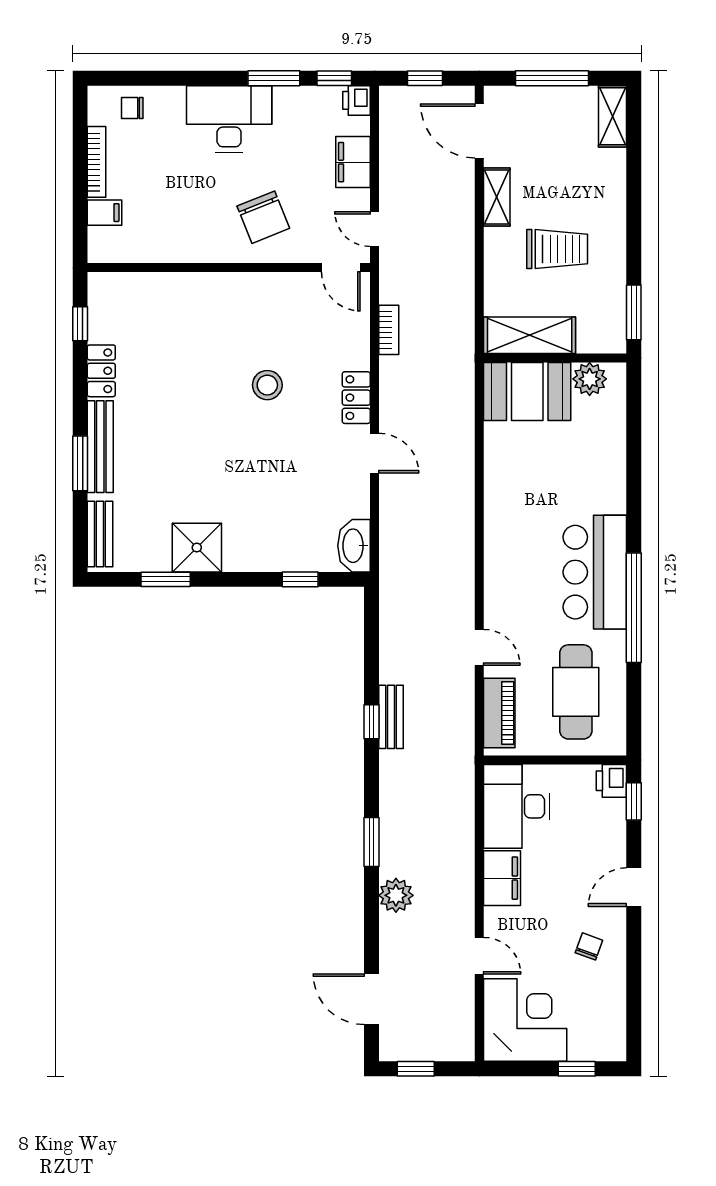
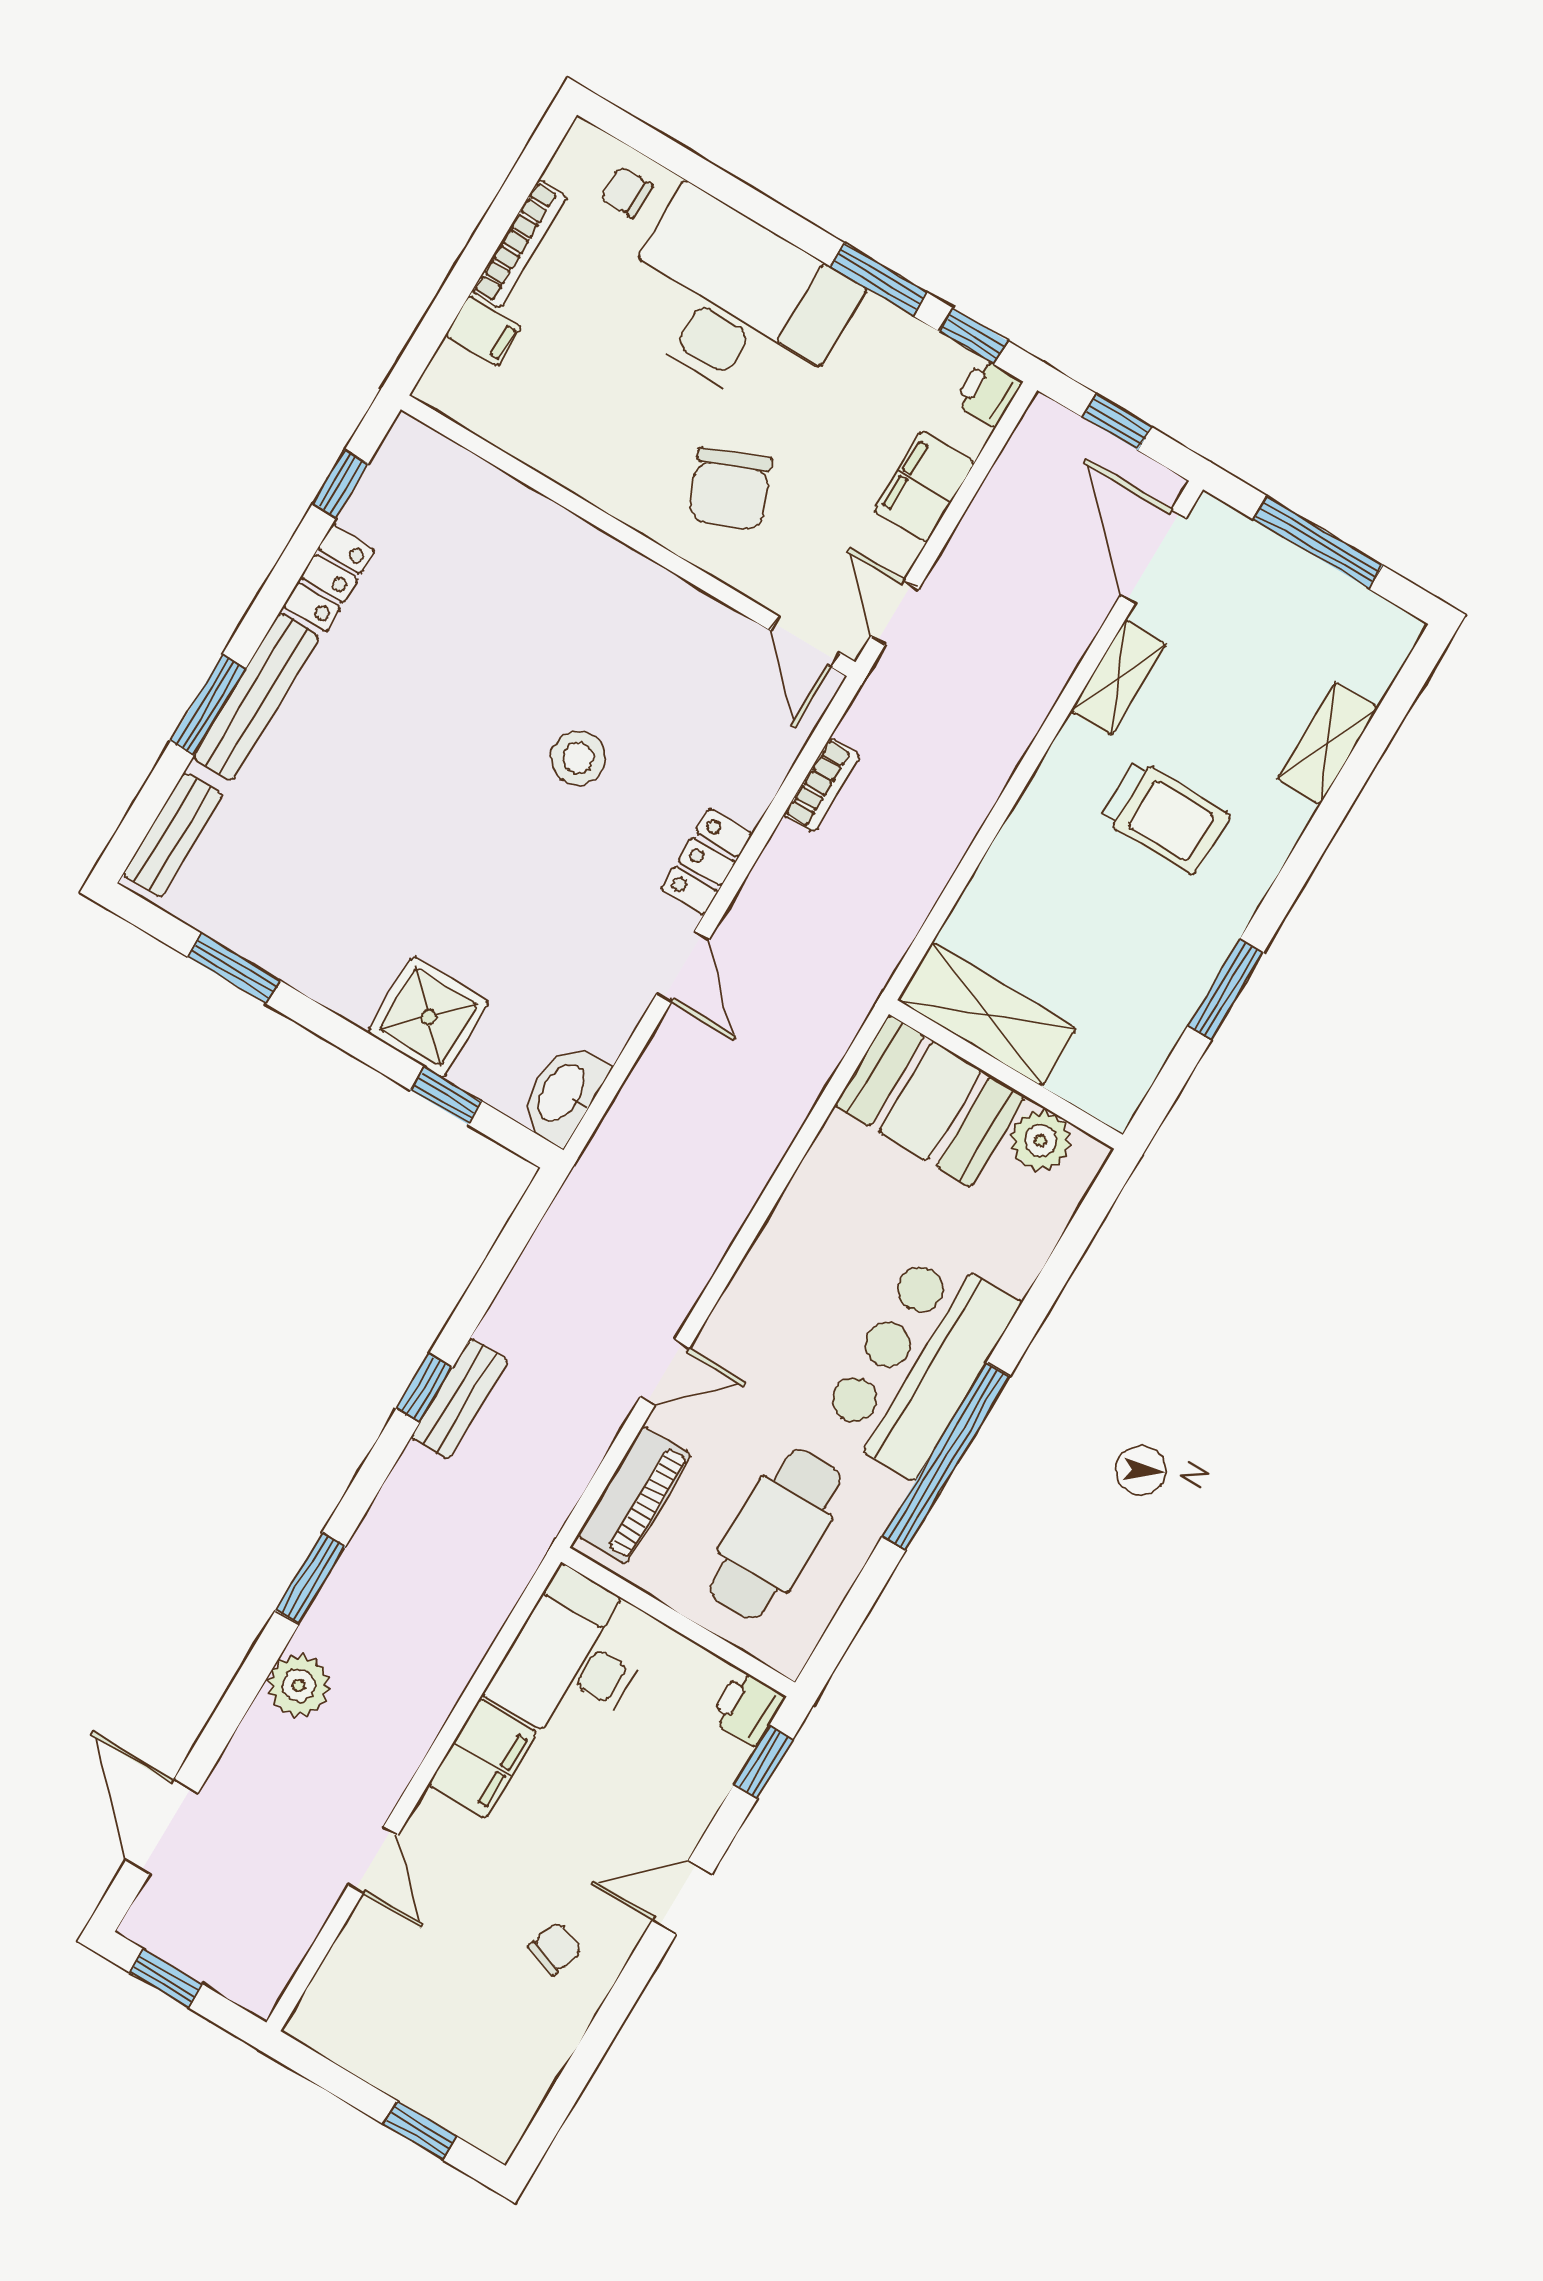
shelving: (613, 116) -> (1328, 743), moved
desk: (229, 119) -> (735, 302), width x1.36, depth x1.30
shelving: (530, 335) -> (987, 1014), moved
wall: (555, 358) -> (1006, 1074), moved
plant: (590, 379) -> (1041, 1140), moved
booth: (527, 391) -> (930, 1101), moved
shower: (197, 548) -> (428, 1017), moved
door: (479, 647) -> (665, 1373), hinge flipped
corner desk: (525, 1020) -> (385, 2005), removed

